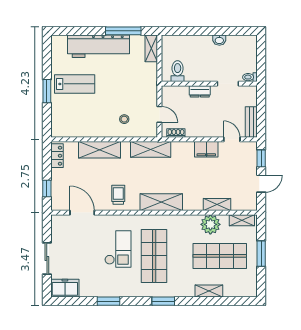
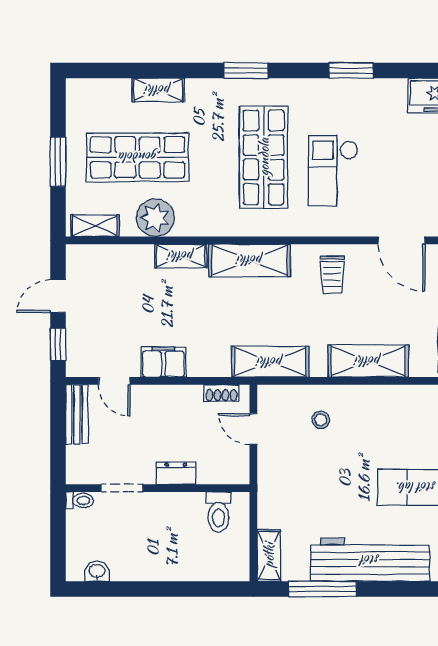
washbasin: (219, 40) -> (97, 571), moved
shelving: (217, 205) -> (181, 256), moved

